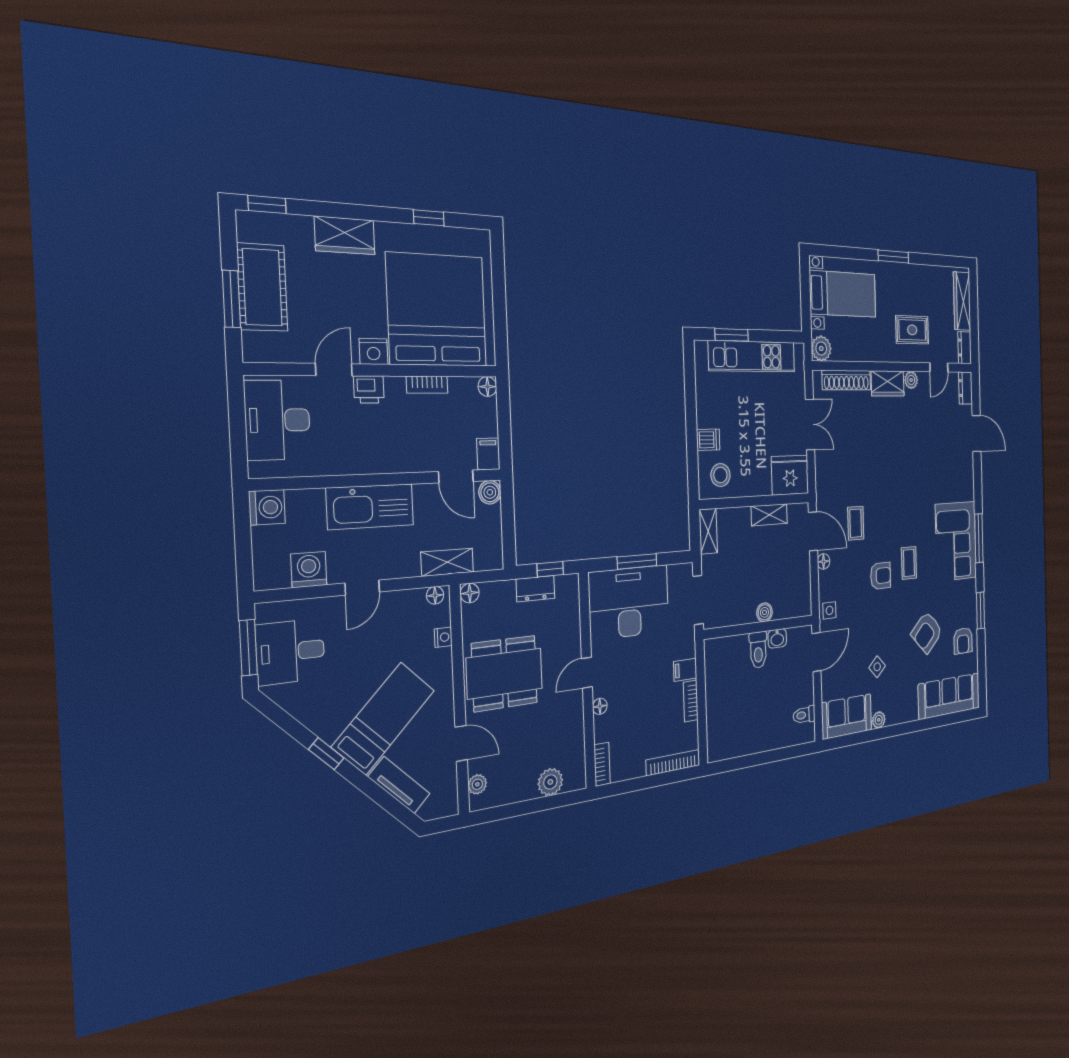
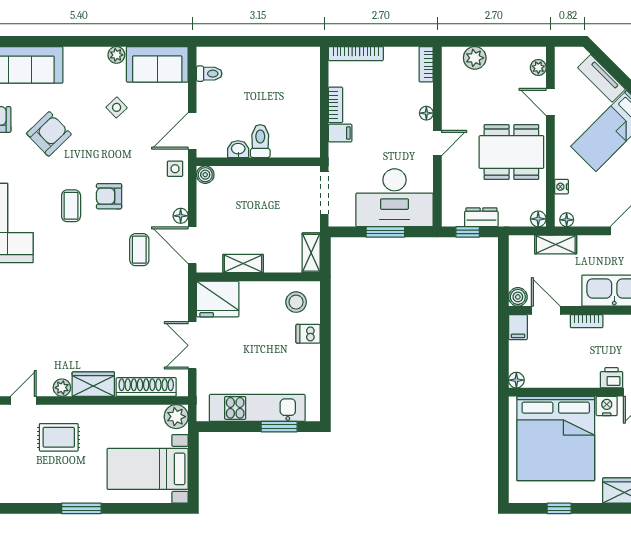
bookcase: (427, 385) -> (587, 321), moved, turned 180
boiler: (764, 612) -> (205, 175), moved

